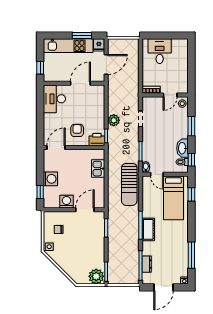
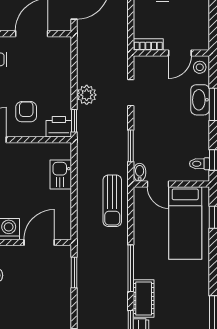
washbasin: (182, 148) -> (200, 100), moved
sun lounger: (129, 184) -> (112, 201), width x0.73, depth x0.75
cot: (148, 229) -> (144, 298), moved

